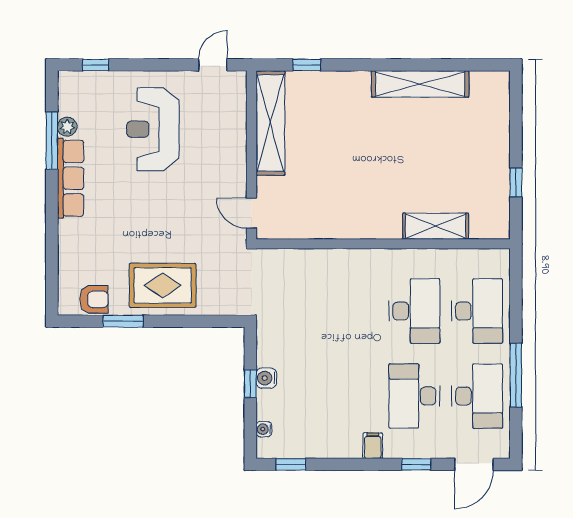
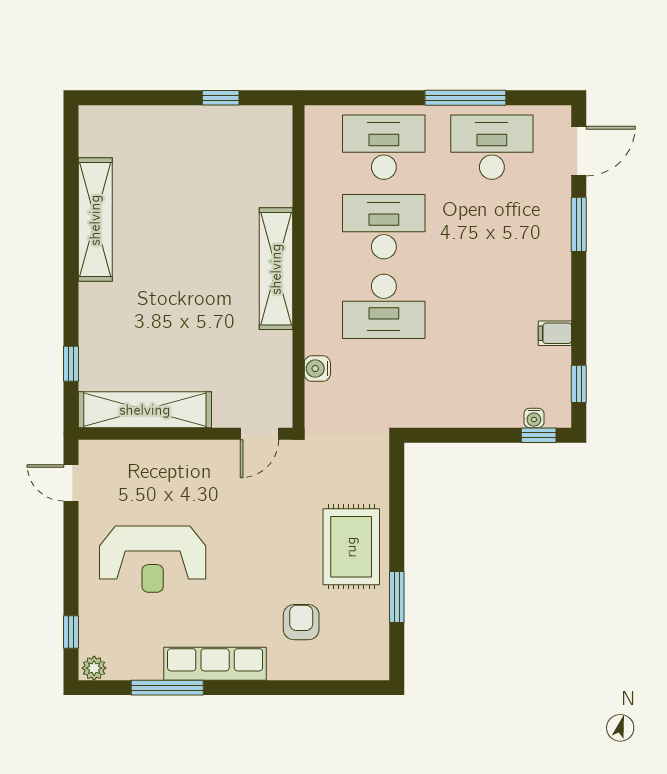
plant: (67, 127) -> (94, 668), moved
shelving: (436, 226) -> (276, 269), moved, width x1.47
armchair: (94, 299) -> (301, 622), moved
water cooler: (266, 378) -> (317, 369), moved, turned 90
window: (250, 384) -> (539, 435), moved
desk: (414, 396) -> (384, 306), moved
filing cabinet: (373, 446) -> (555, 333), moved
window: (416, 464) -> (579, 224), width x1.50
door: (474, 464) -> (579, 151), hinge flipped

